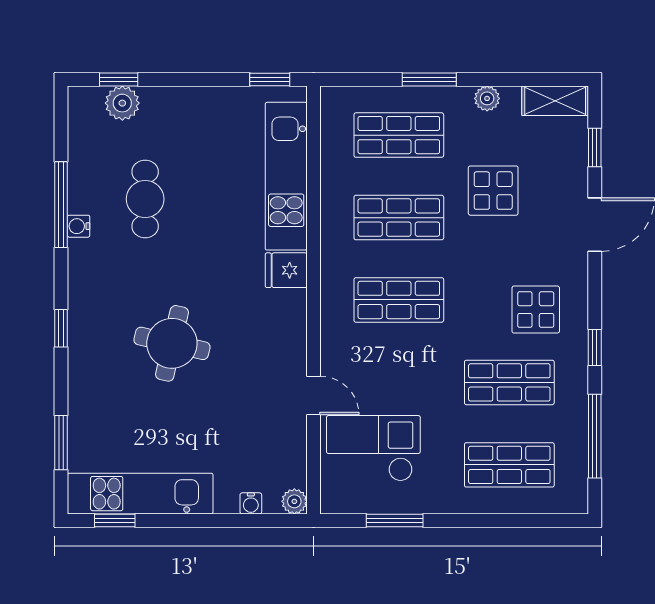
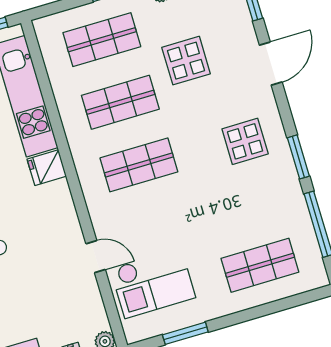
window: (595, 348) -> (298, 157), width x1.50
shop shelf: (509, 382) -> (241, 203), removed
checkout: (373, 448) -> (153, 283), turned 180

